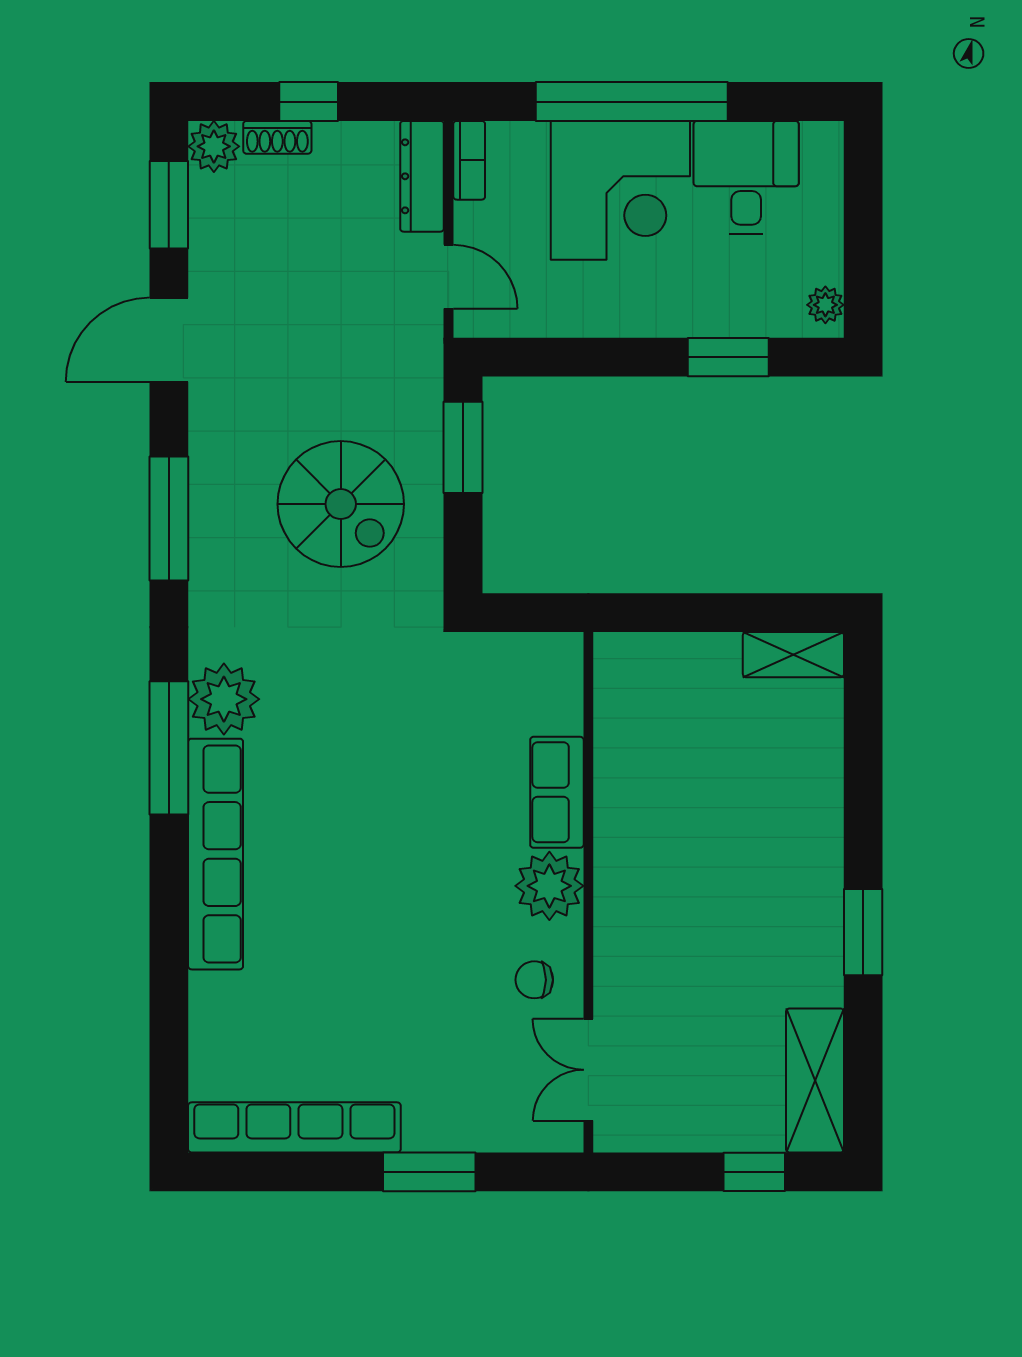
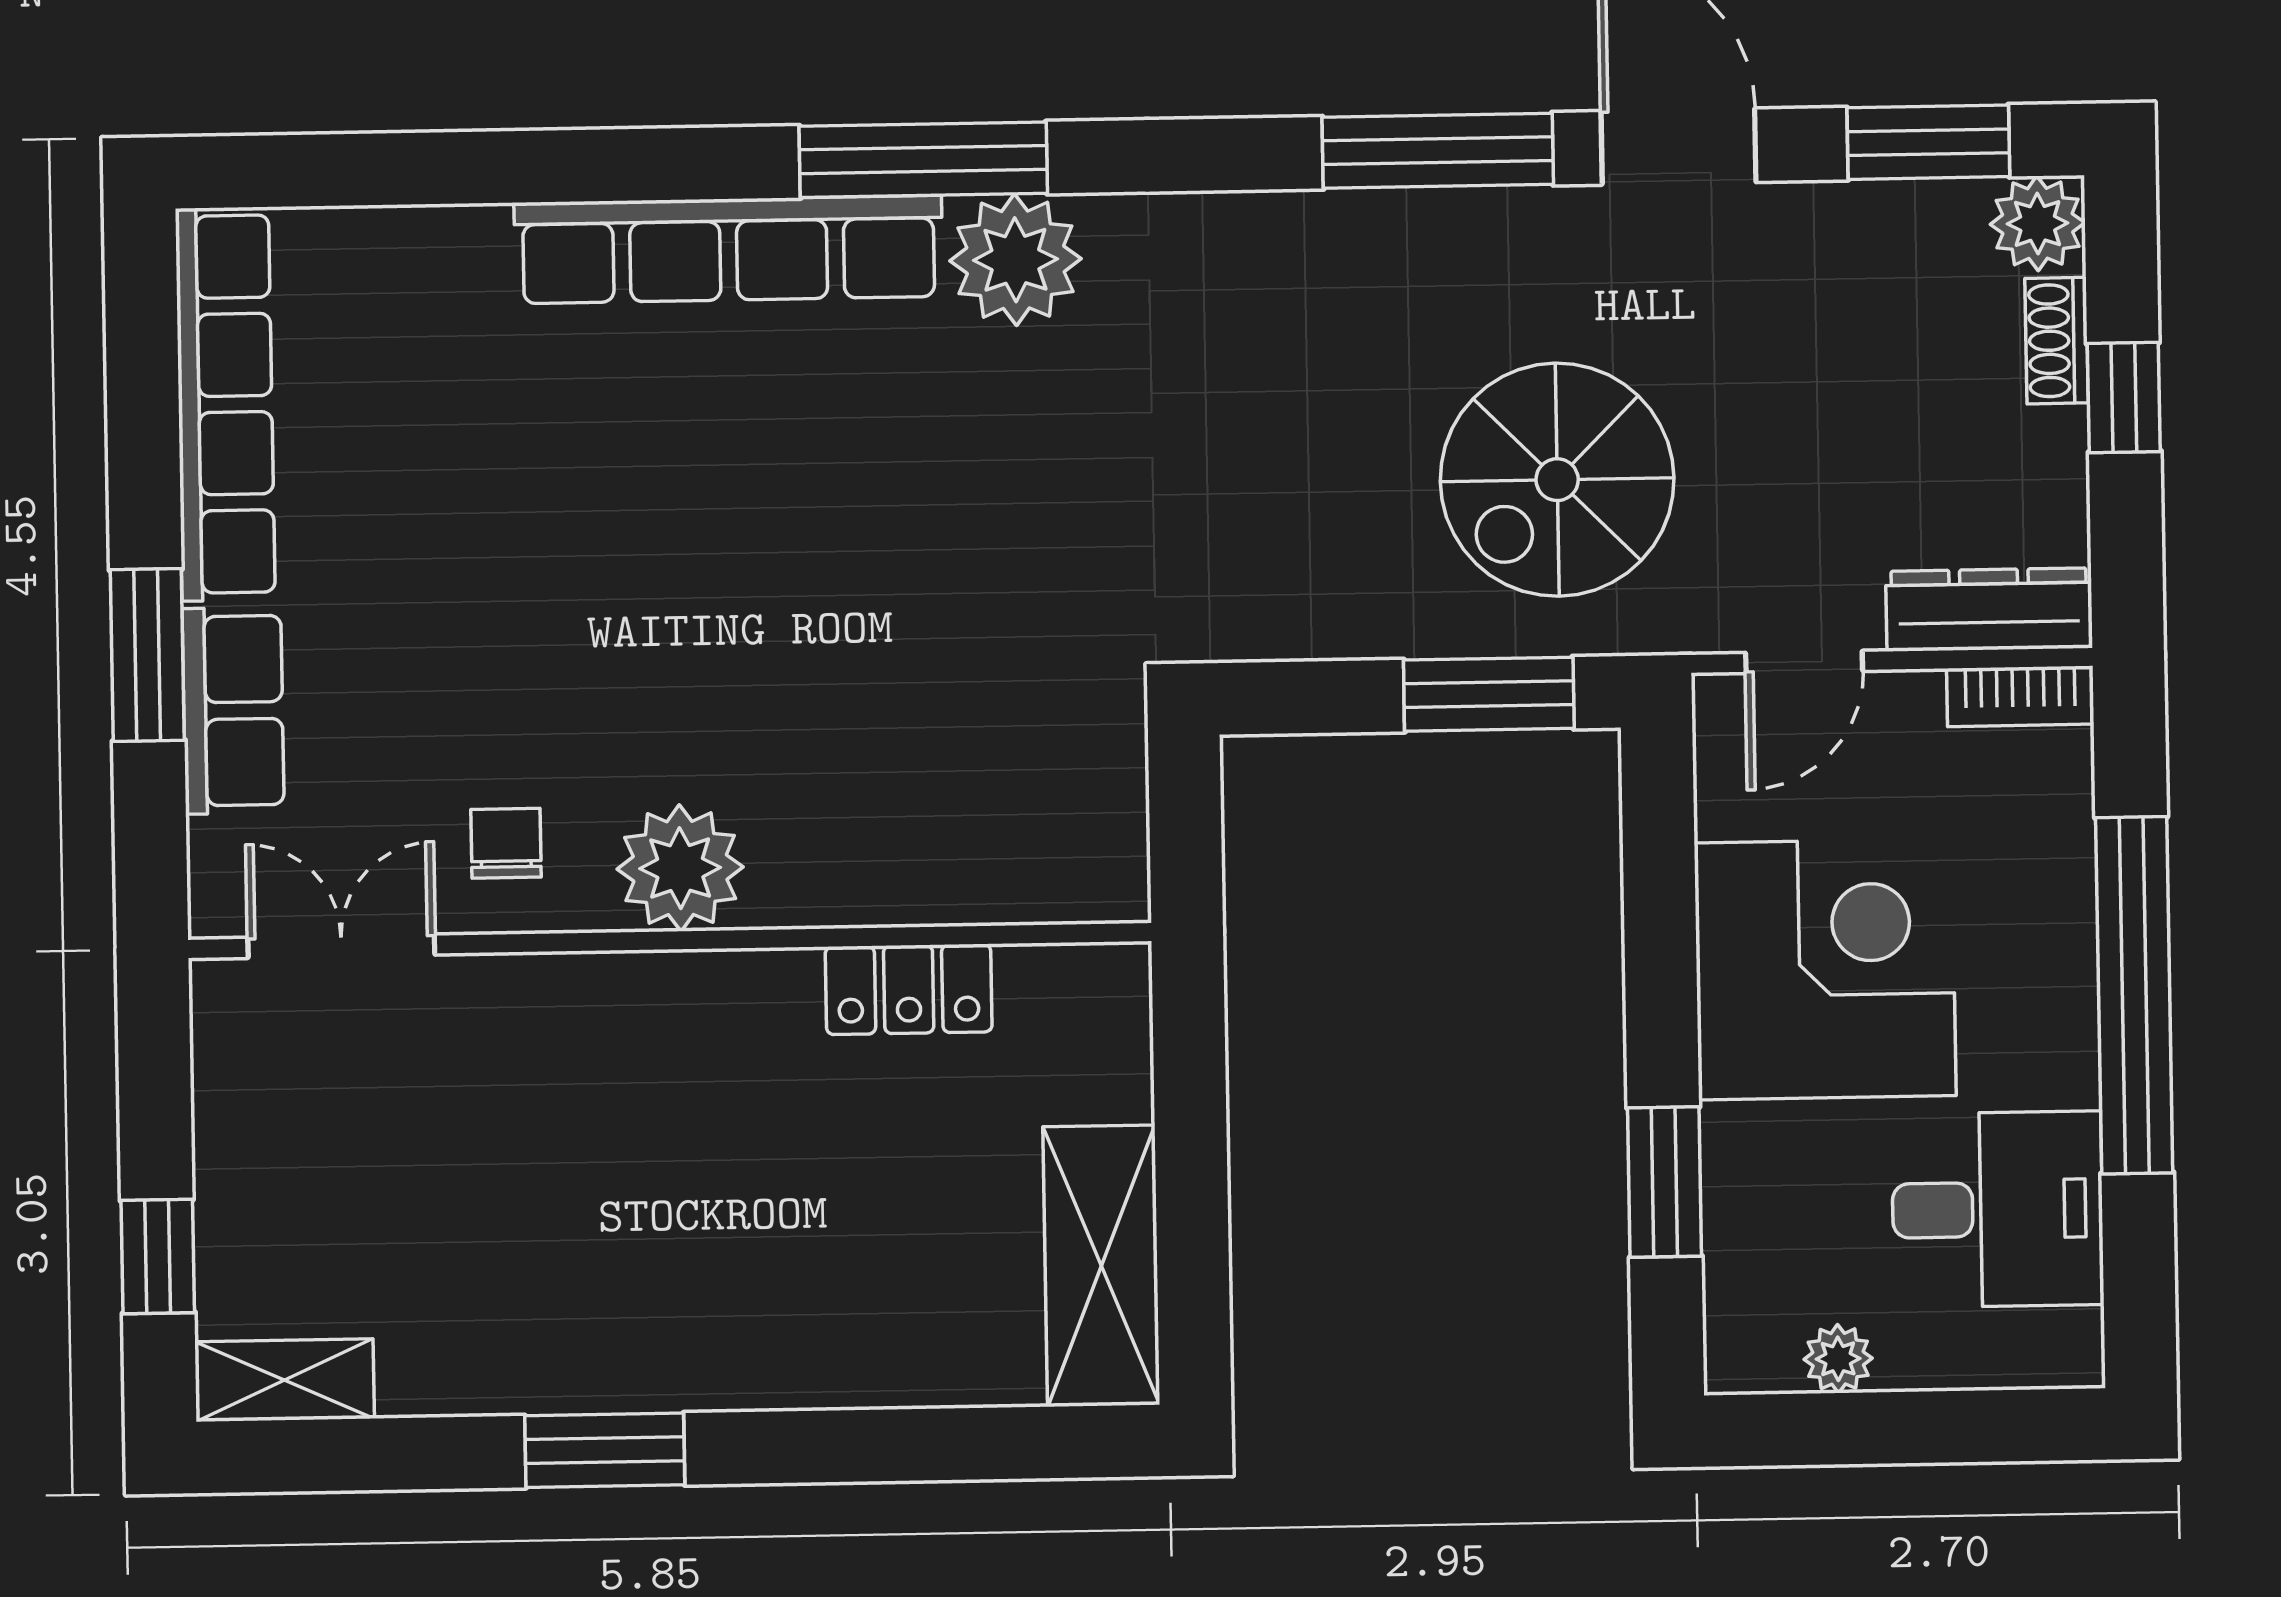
corner desk: (620, 190) -> (1825, 969), moved, turned 180
plant: (825, 305) -> (1838, 1359), moved
spiral stairs: (341, 504) -> (1557, 480), moved
window: (169, 518) -> (1438, 151), moved
shelving: (793, 655) -> (1101, 1266), width x1.50, depth x1.33
locker: (617, 764) -> (909, 989), added
row of seats: (557, 792) -> (233, 711), moved, turned 90
shelving: (815, 1080) -> (285, 1380), width x0.67, depth x0.75

